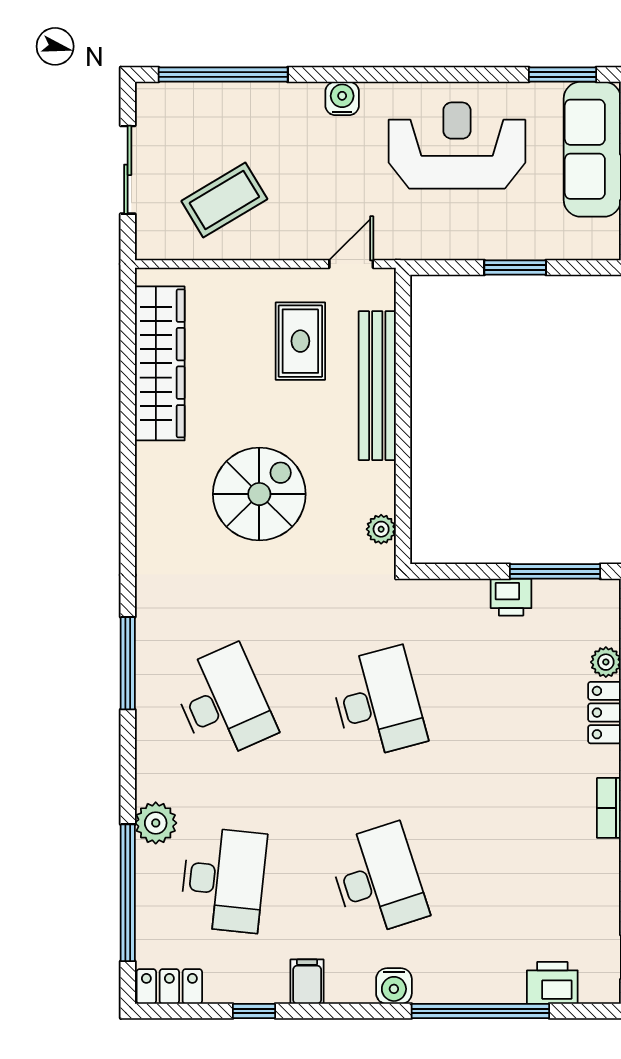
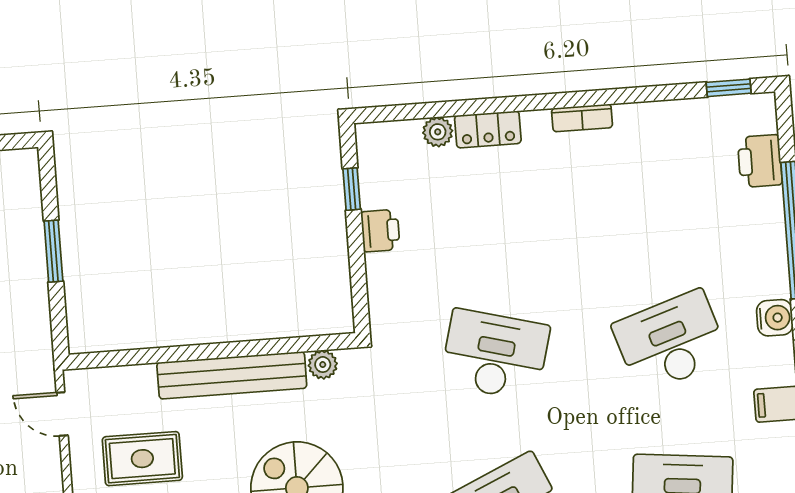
bench: (377, 386) -> (232, 375), moved
window: (555, 571) -> (352, 189), width x0.46
desk: (378, 703) -> (495, 355), turned 30

